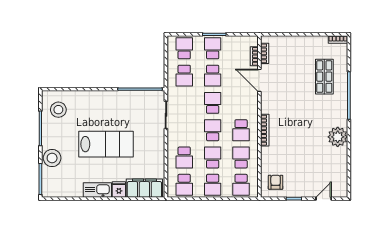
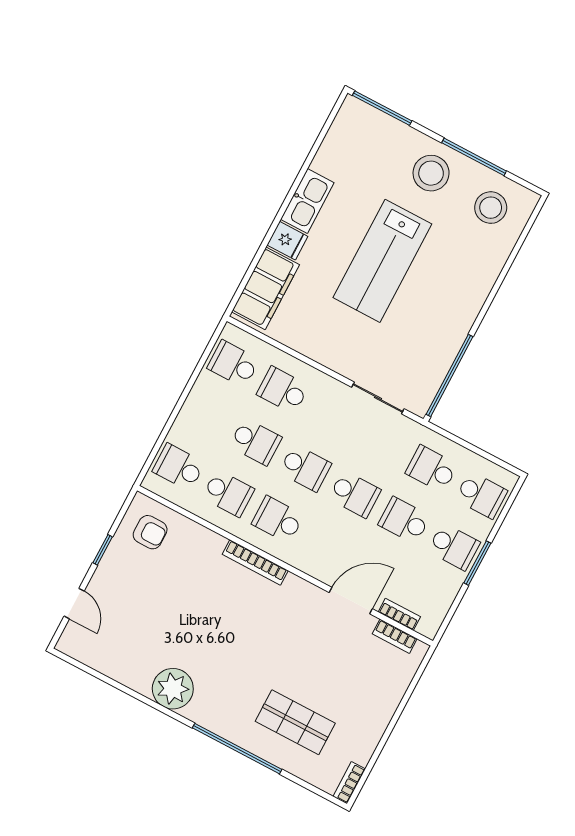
stool: (52, 158) -> (431, 173), moved
school desk: (213, 185) -> (206, 415), removed

